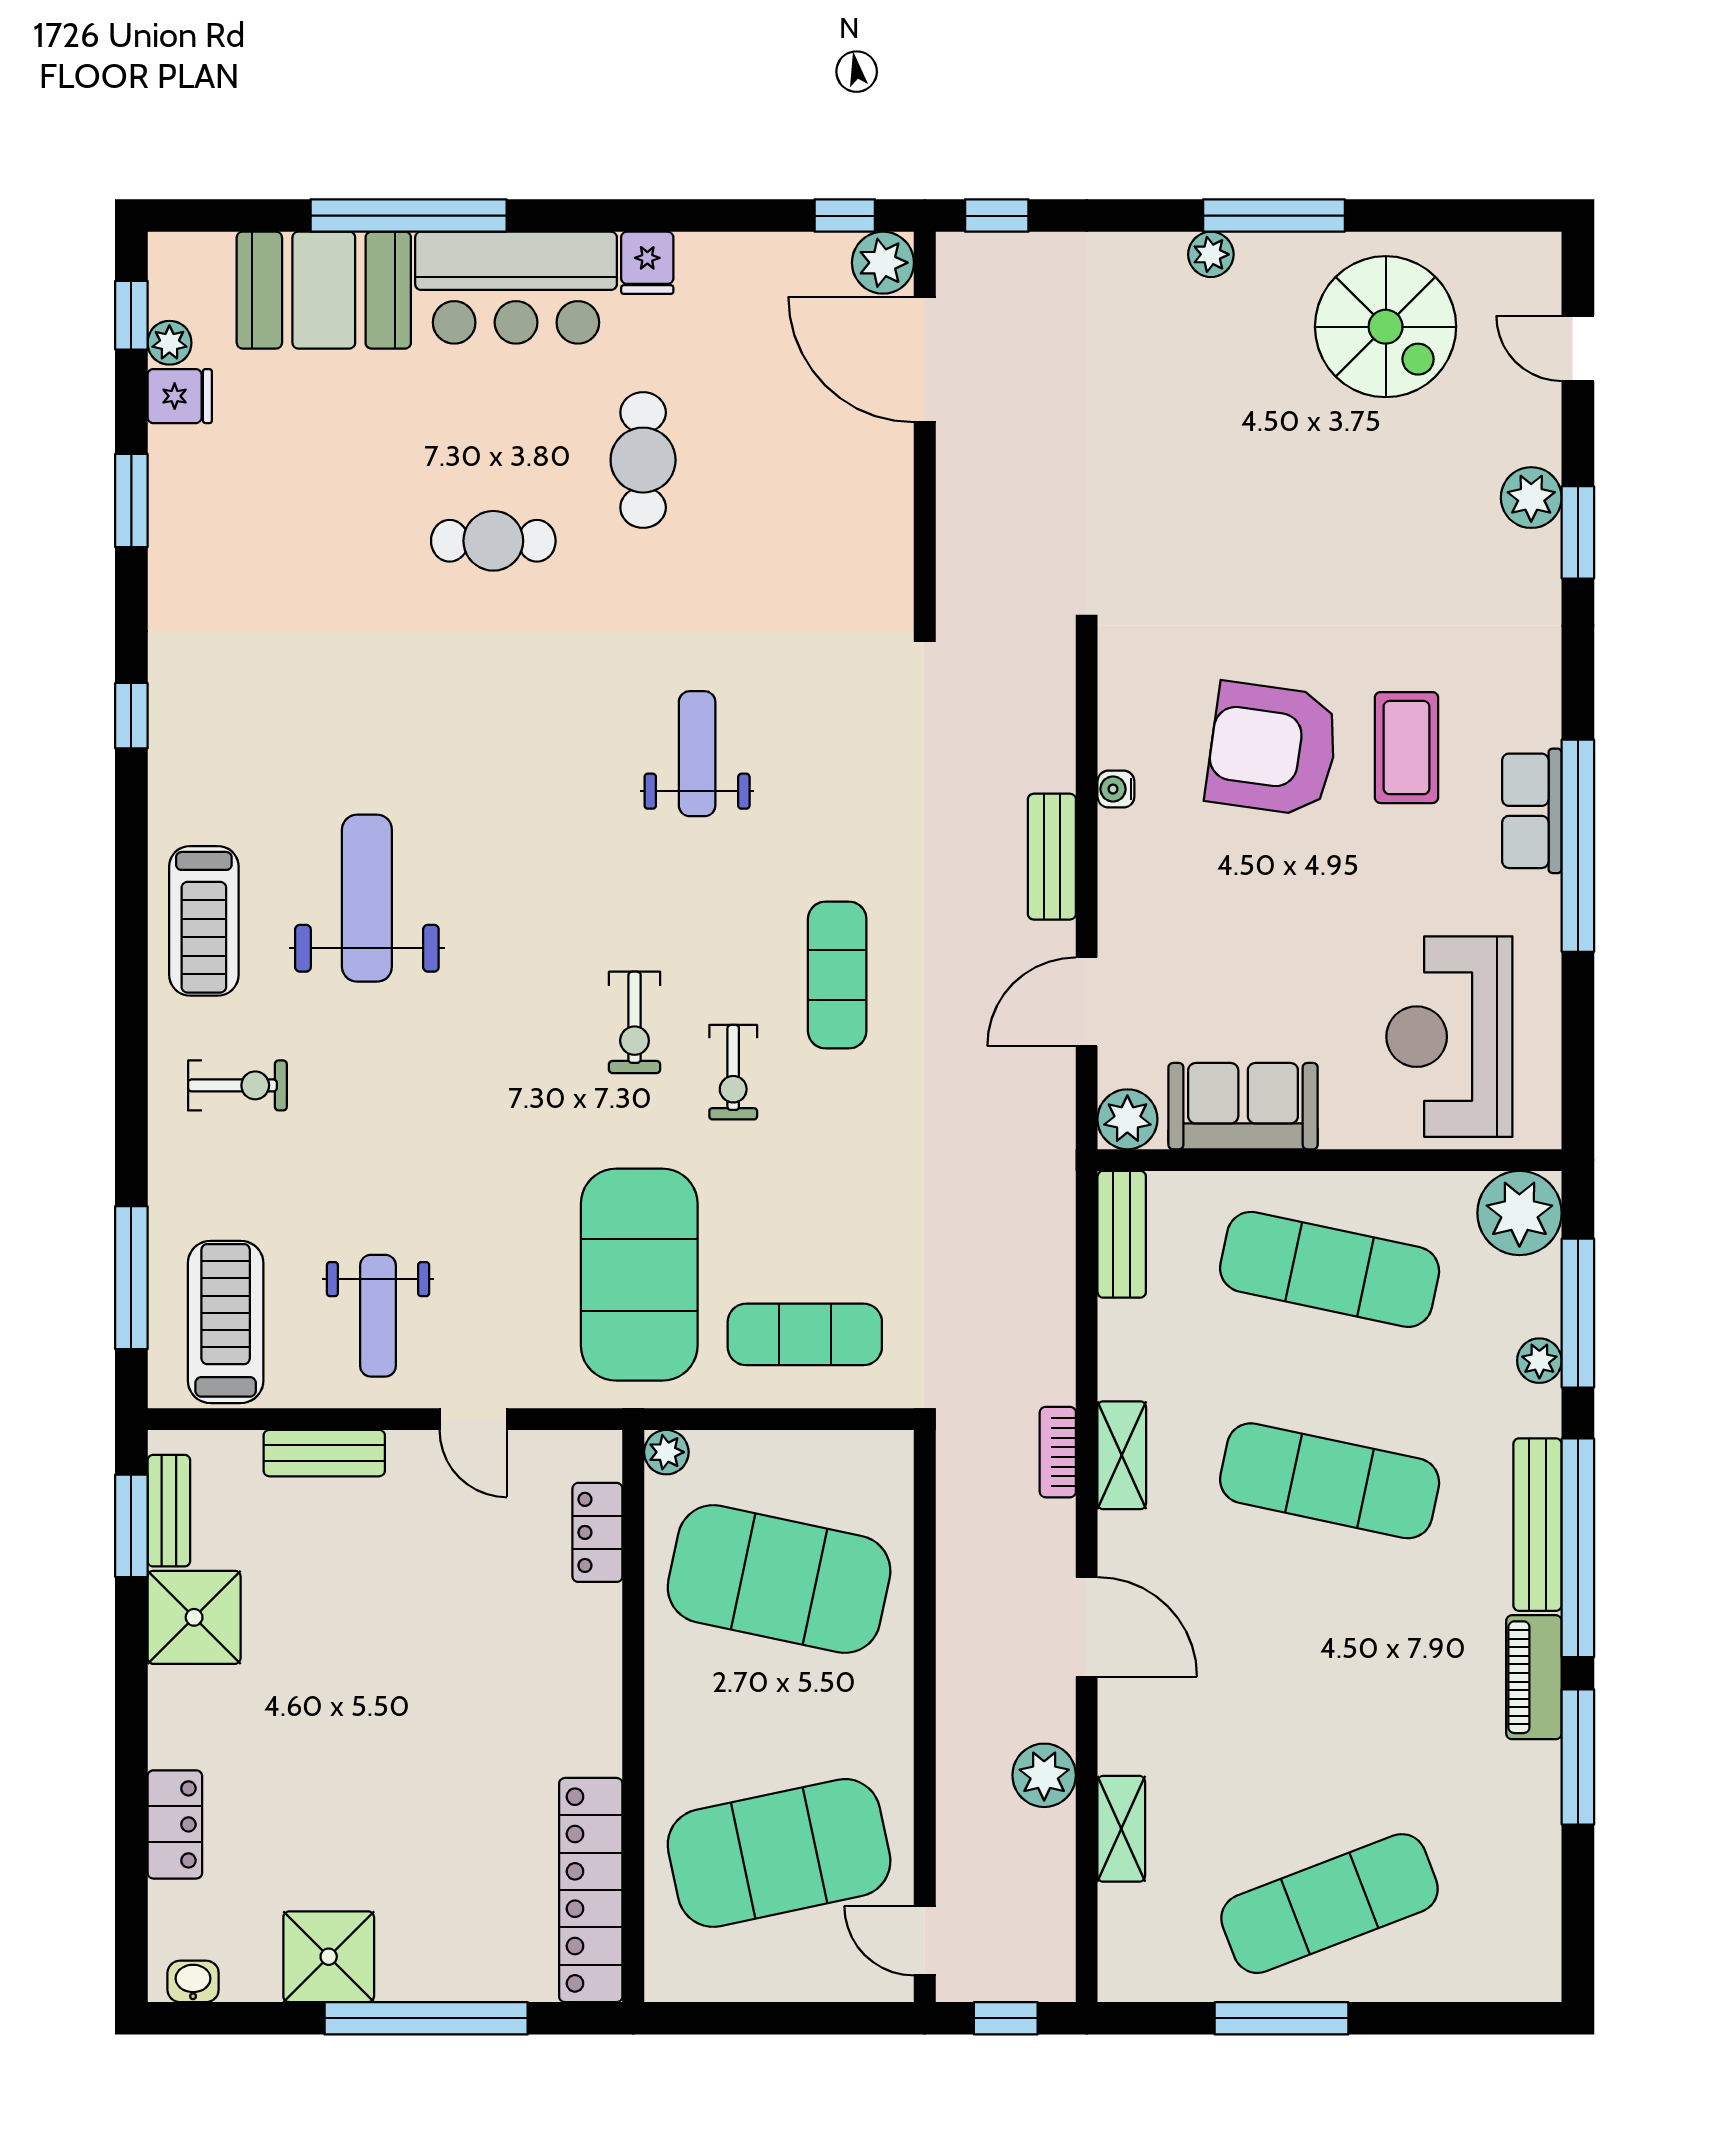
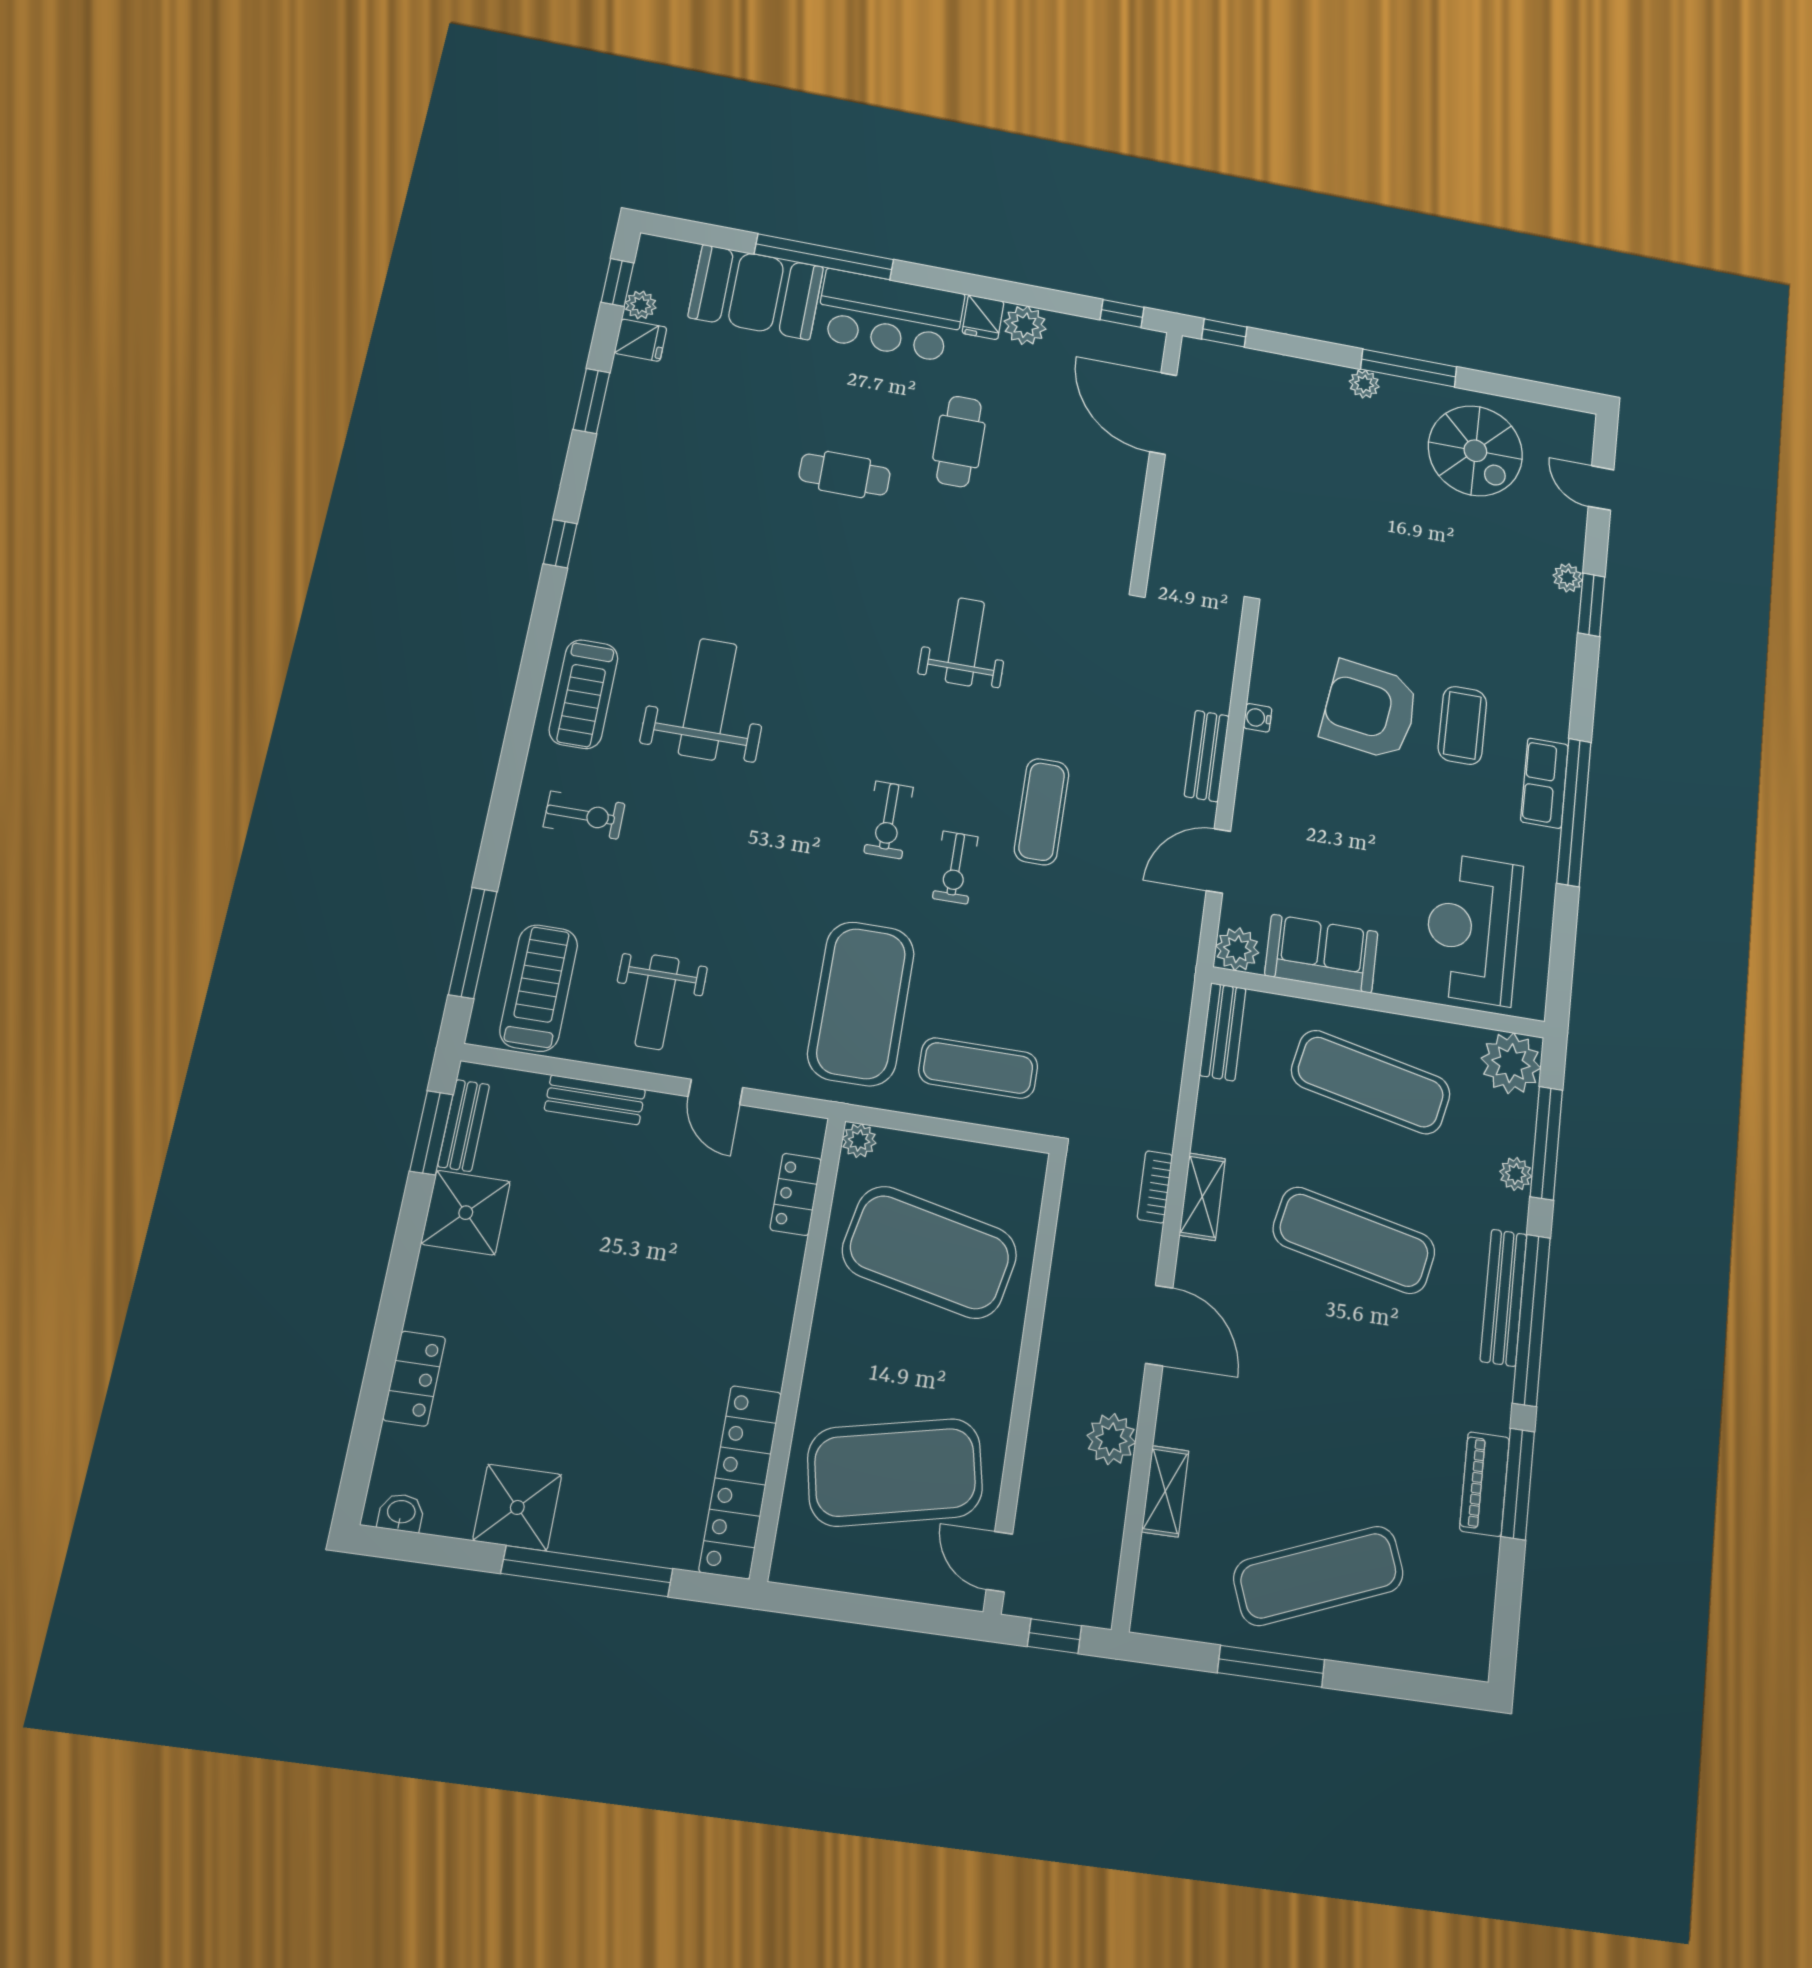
plant: (883, 263) -> (1025, 325), moved
plant: (1531, 498) -> (1568, 578), width x0.73, depth x0.73
piano: (1534, 1677) -> (1485, 1484), moved

